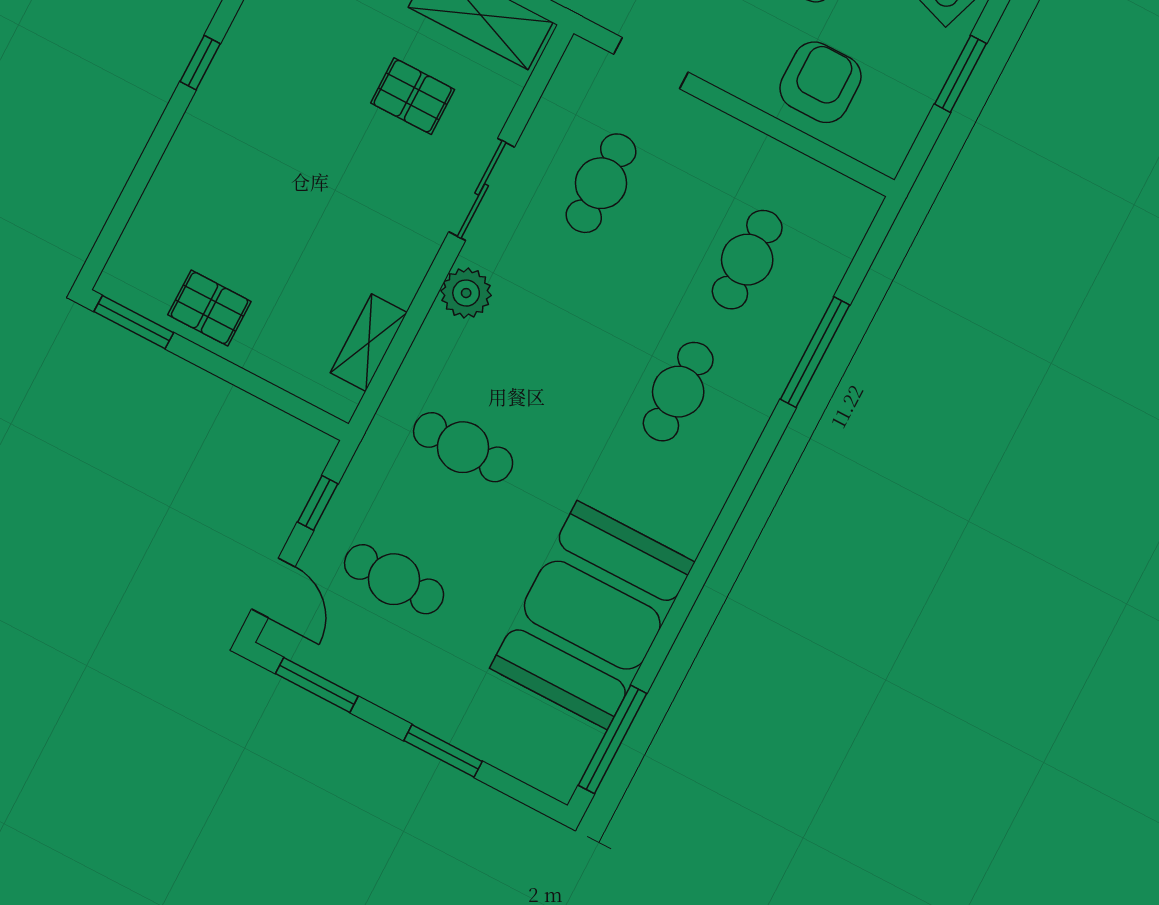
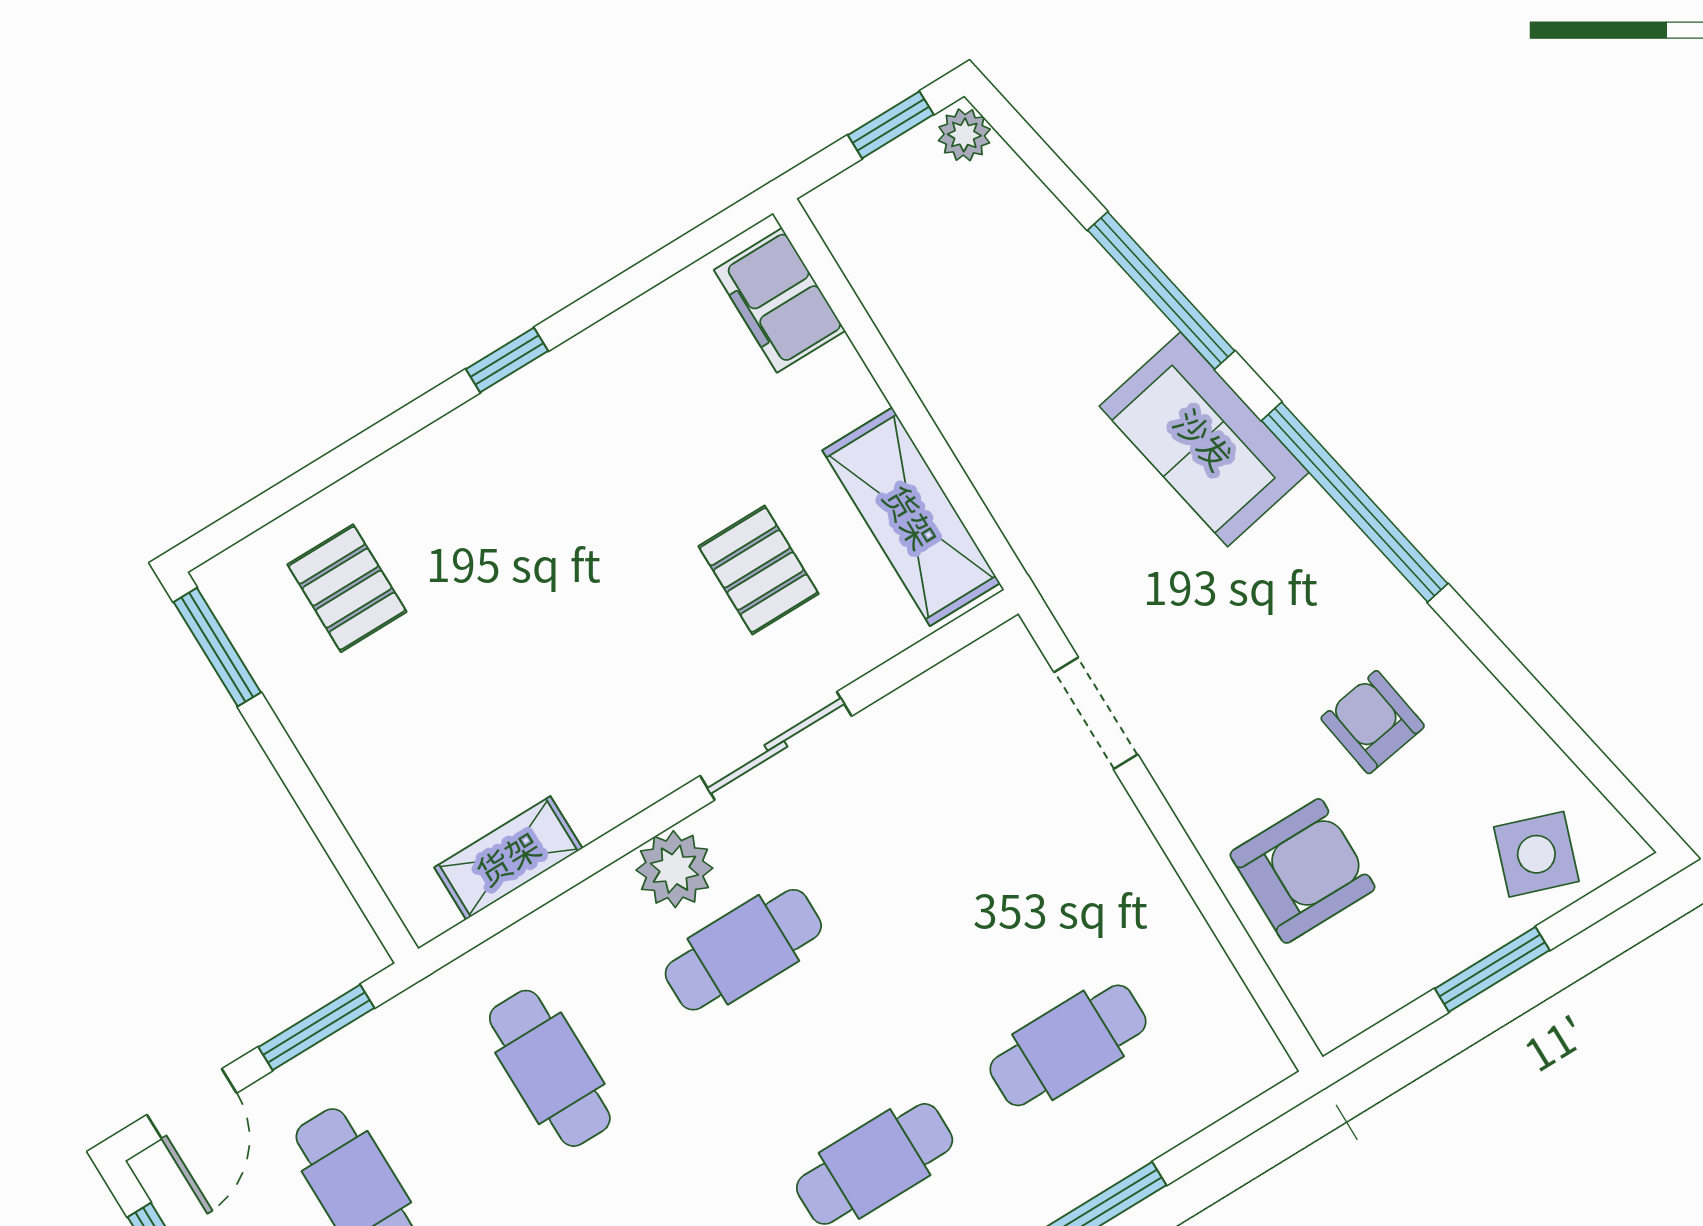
cafe table: (601, 183) -> (743, 950), moved
pallet: (209, 308) -> (347, 588), moved
window: (318, 503) -> (316, 1027), width x1.50

